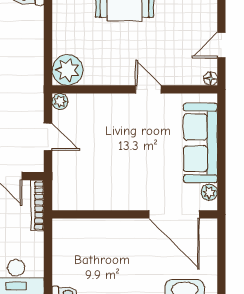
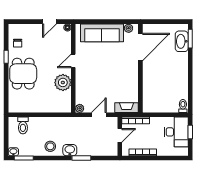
door: (221, 45) -> (49, 22), hinge flipped
plant: (67, 70) -> (63, 82), moved
fireplace: (61, 189) -> (127, 108), added

